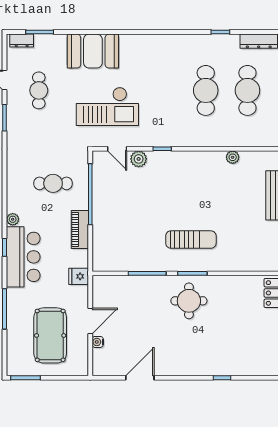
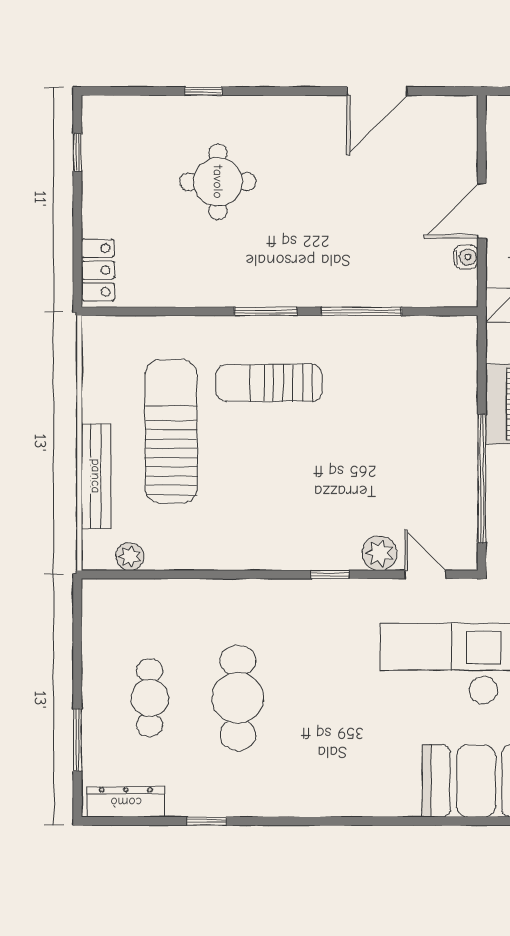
cafe table: (247, 90) -> (150, 698), width x0.73, depth x0.74
plant: (233, 157) -> (130, 557), moved
sun lounger: (237, 217) -> (171, 432), added
round table: (189, 301) -> (218, 182), moved
water cooler: (98, 342) -> (466, 257), moved

